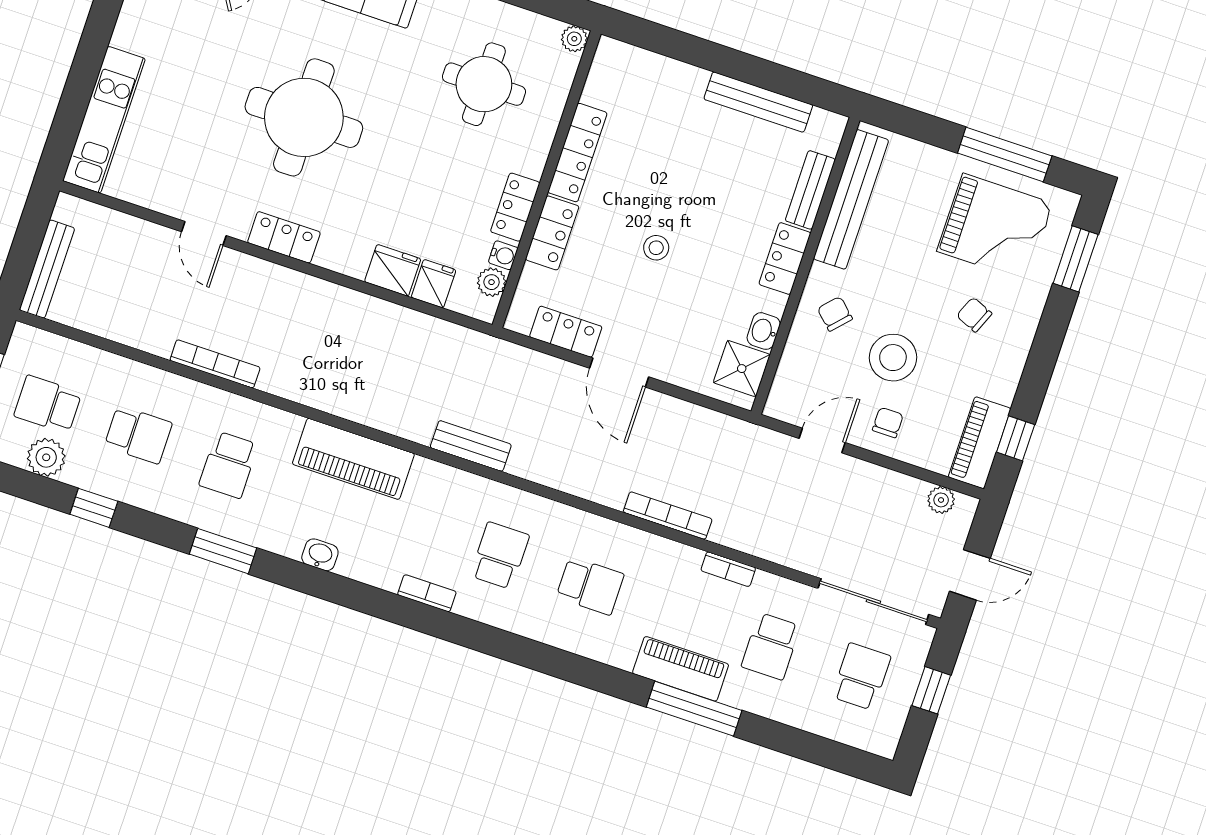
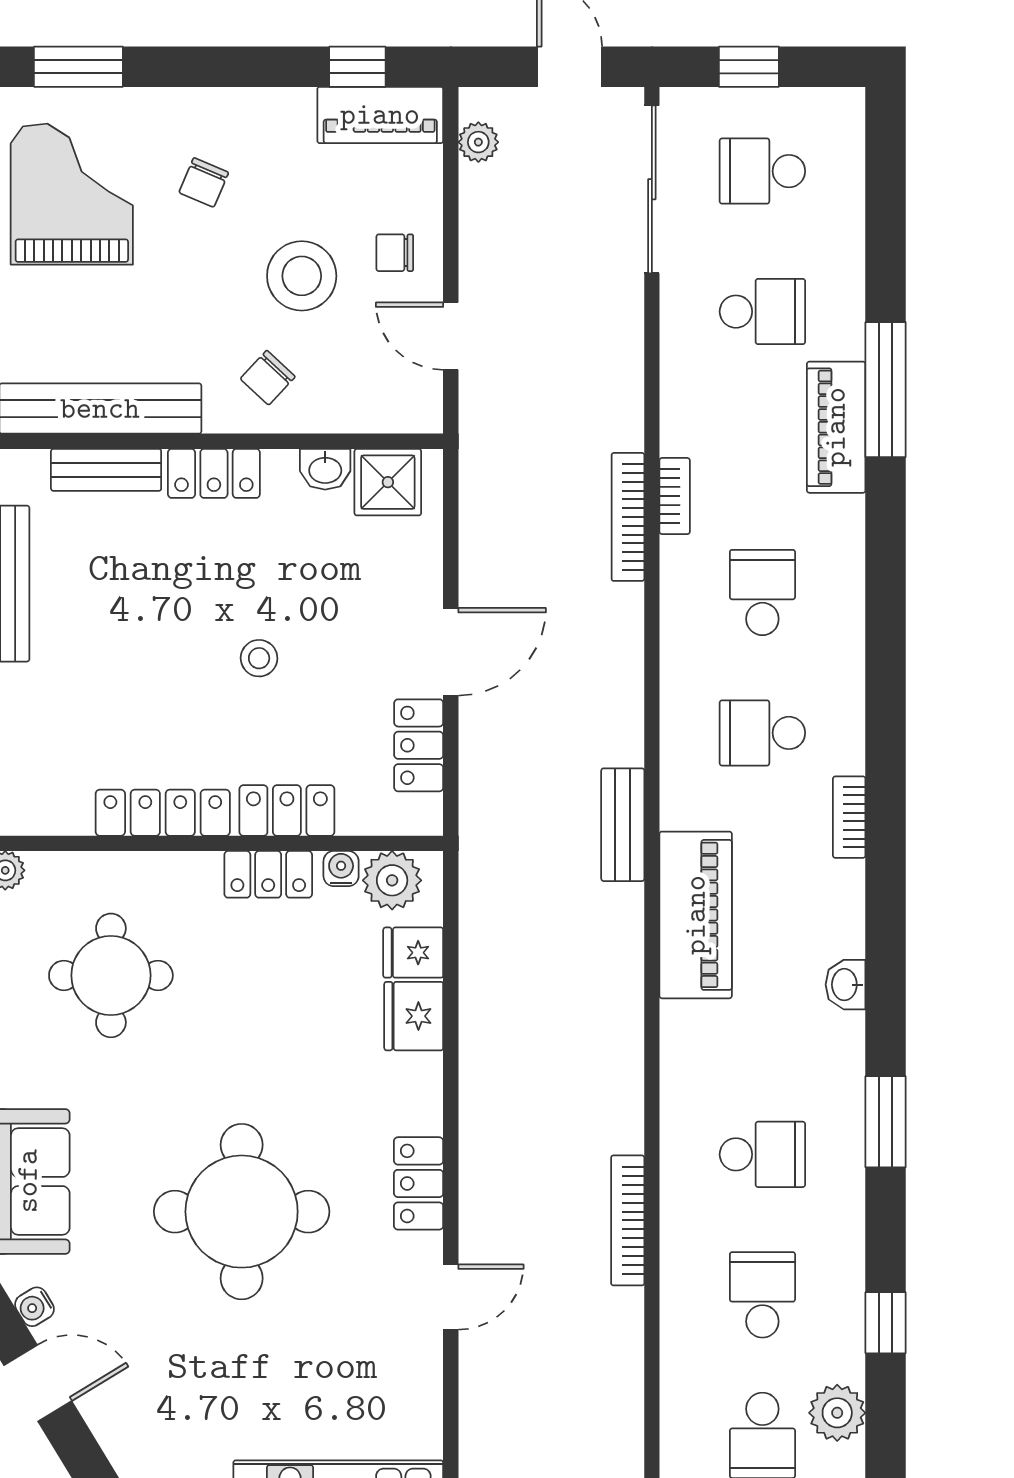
plant: (492, 282) -> (392, 880), width x1.38, depth x1.38
piano: (353, 459) -> (696, 915), moved
bookcase: (728, 569) -> (675, 496), moved

